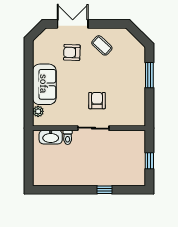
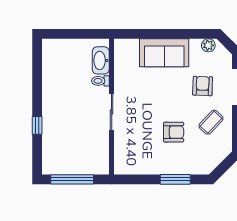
armchair: (97, 101) -> (174, 132), moved
plant: (38, 111) -> (208, 45), moved
window: (149, 161) -> (72, 179), width x2.17

